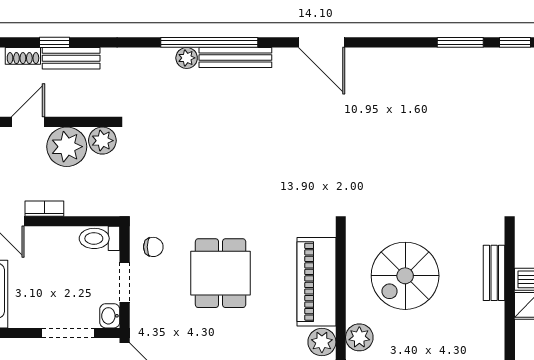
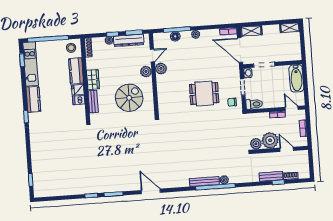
door: (322, 42) -> (151, 191), moved
door: (28, 122) -> (287, 149), swing flipped
dining table: (221, 273) -> (204, 94), turned 90
piano: (316, 282) -> (165, 93), removed
wardrobe: (491, 327) -> (93, 80), added

